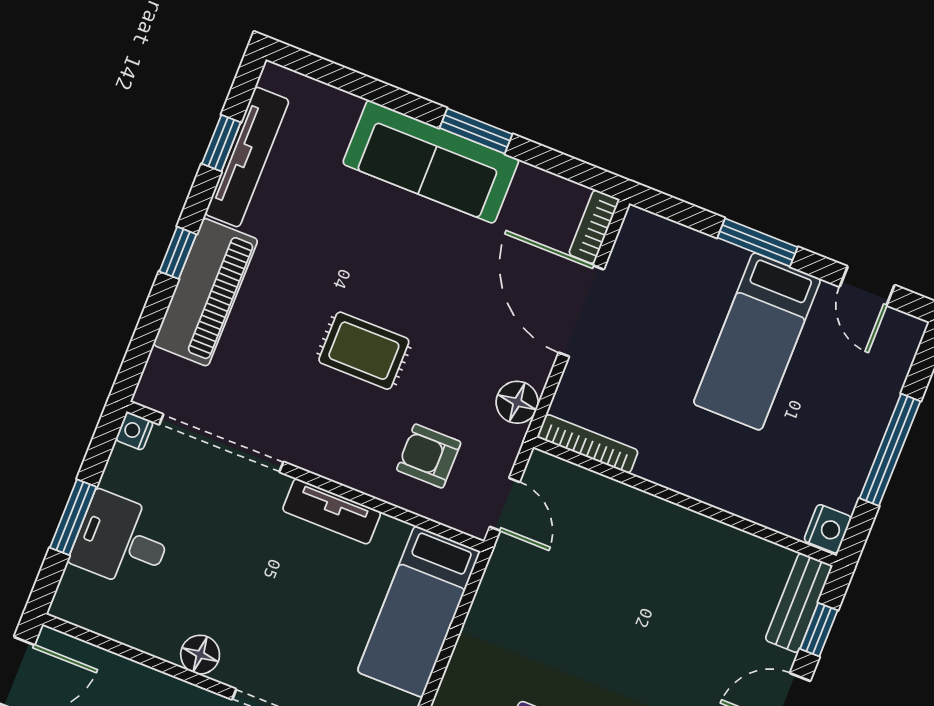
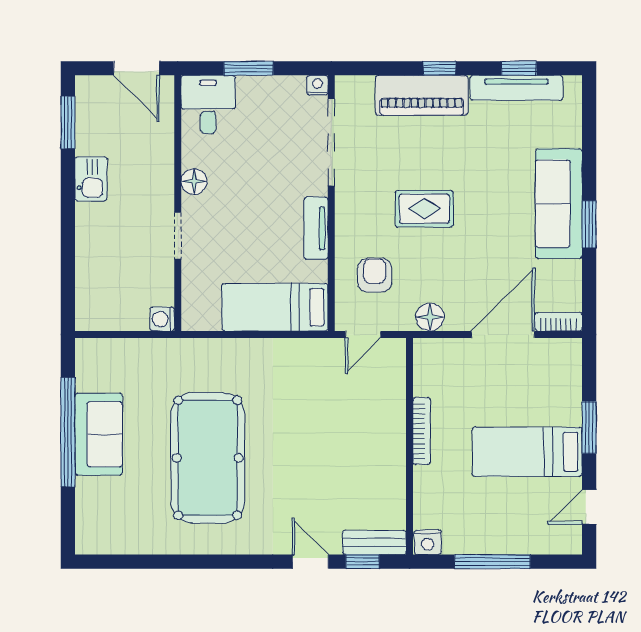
rug: (364, 351) -> (424, 209), turned 90
bookcase: (588, 444) -> (421, 431), moved
desk: (122, 541) -> (208, 104), moved

